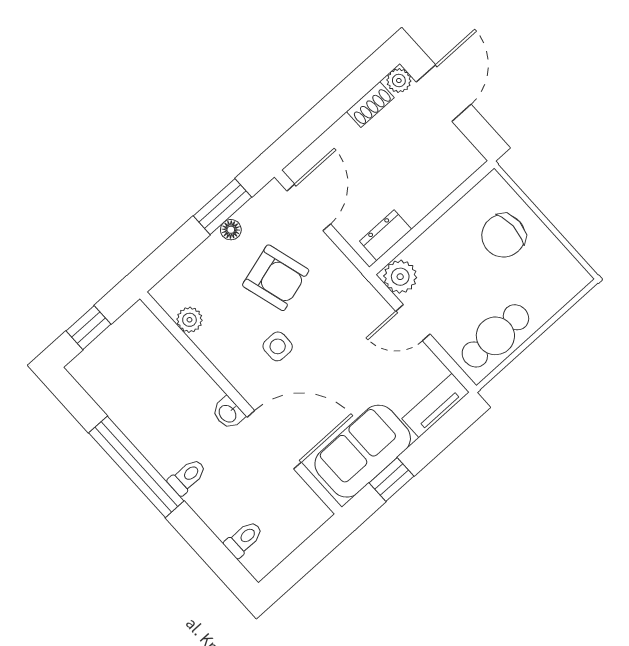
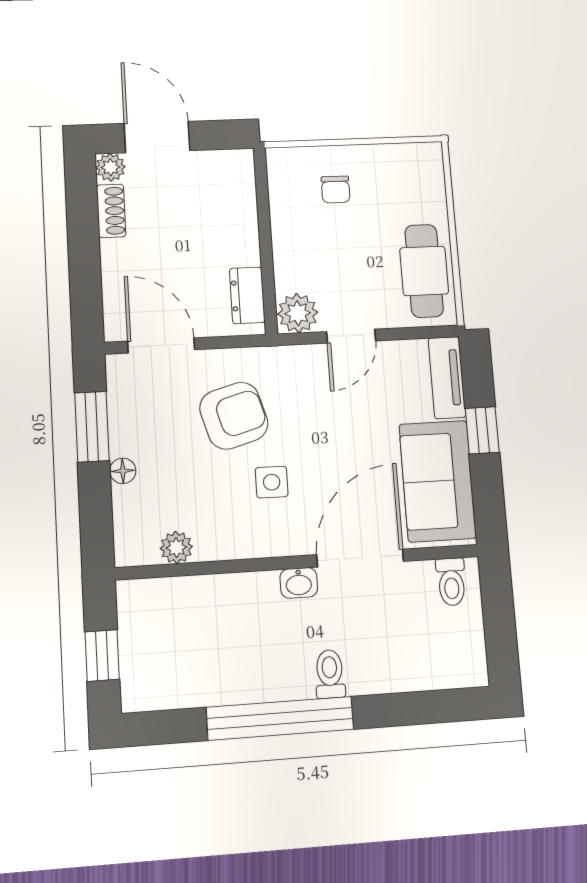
floor lamp: (231, 230) -> (123, 471), moved
chair: (503, 236) -> (336, 189), width x0.54, depth x0.54
armchair: (276, 278) -> (234, 416), moved
window: (392, 480) -> (482, 430), moved
toilet: (244, 539) -> (451, 582), moved, turned 180

